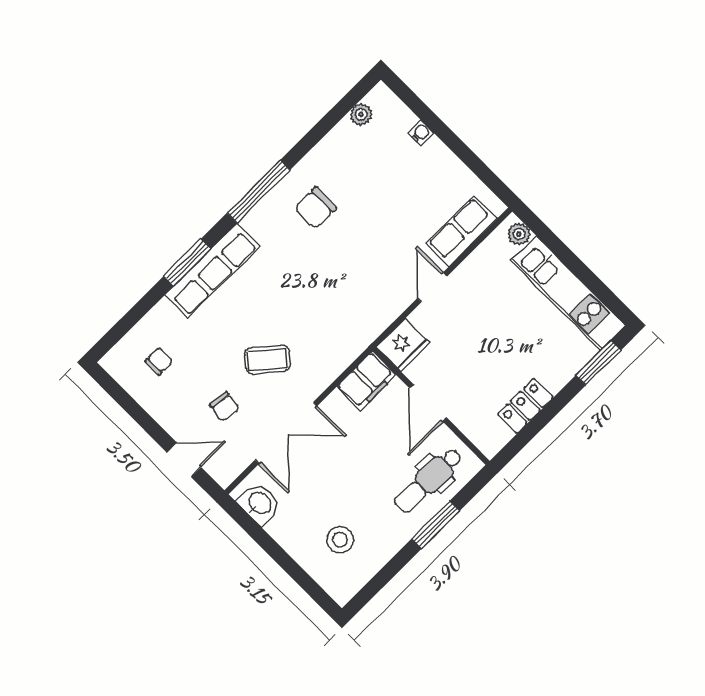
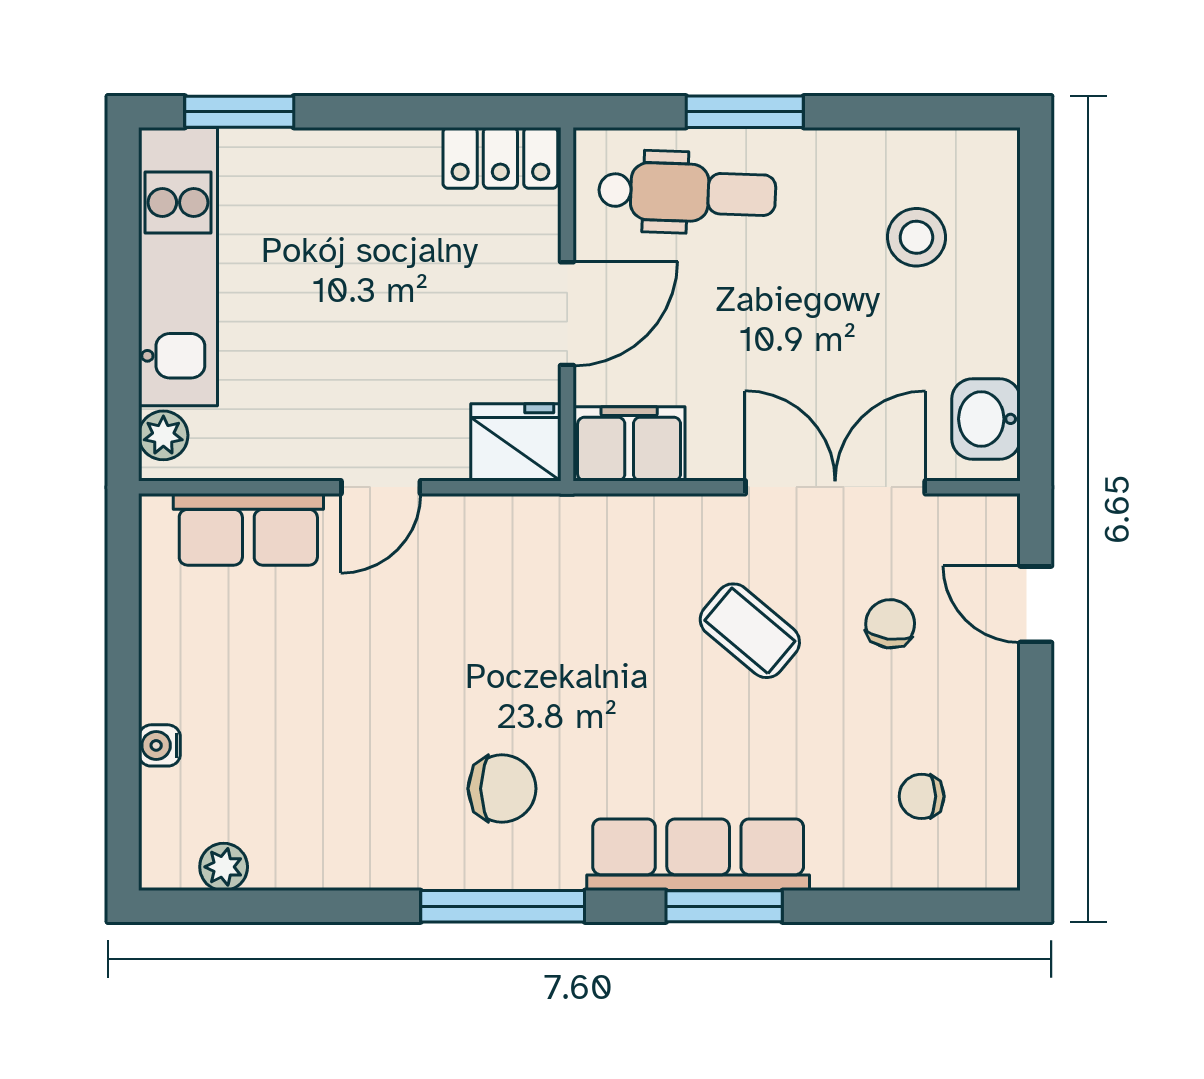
chair: (315, 208) -> (502, 789), moved
locker: (525, 406) -> (500, 158), moved

